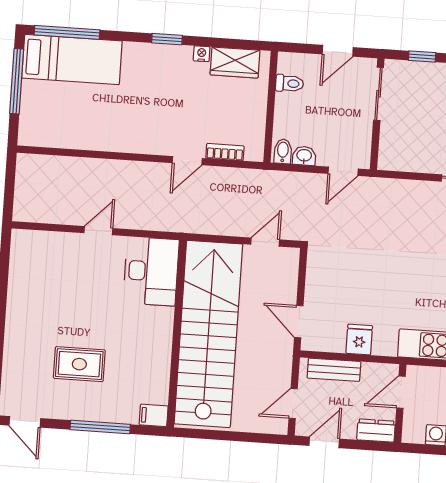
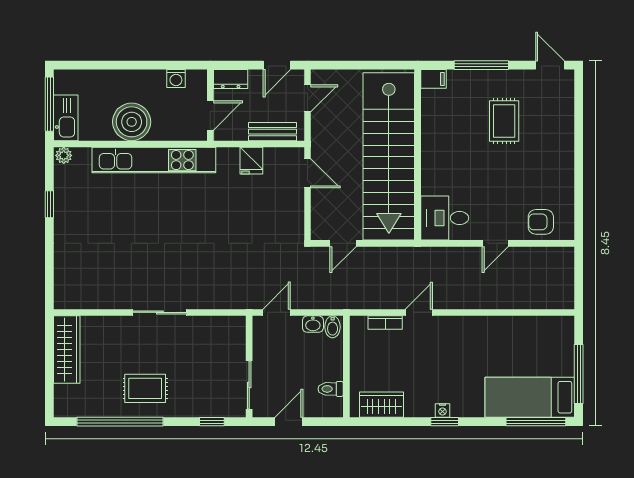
nightstand: (202, 54) -> (443, 410), moved
armchair: (47, 251) -> (541, 222), added
desk: (151, 271) -> (445, 218), width x0.73
rug: (79, 364) -> (504, 121), turned 90

